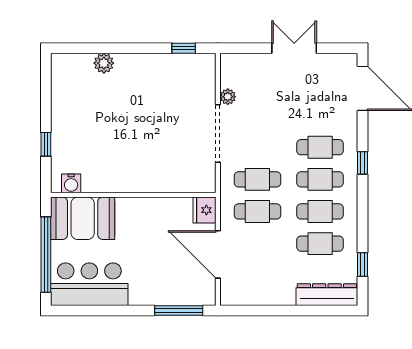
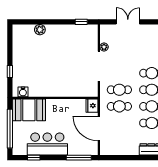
double door: (294, 48) -> (128, 22), moved
bar counter: (89, 284) -> (47, 144), moved
window: (92, 310) -> (34, 158), added

